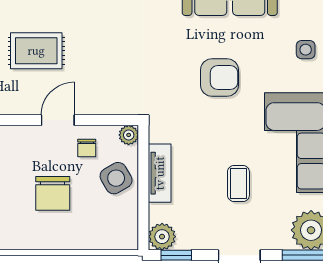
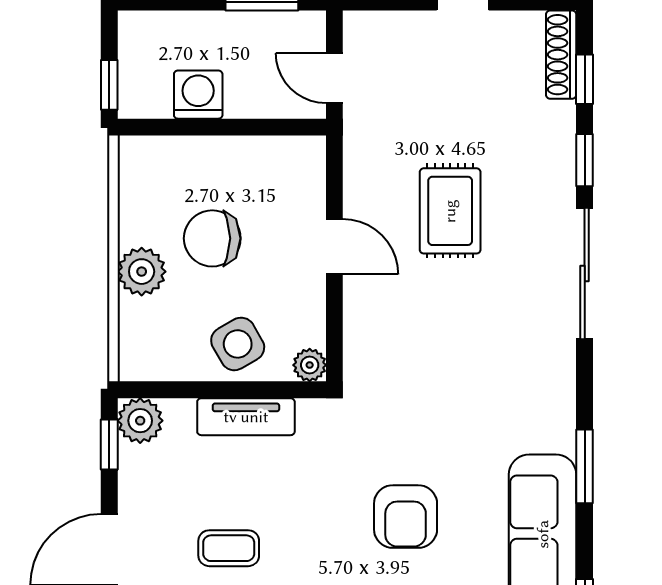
chair: (87, 148) -> (288, 295), removed
plant: (73, 236) -> (142, 272), added

